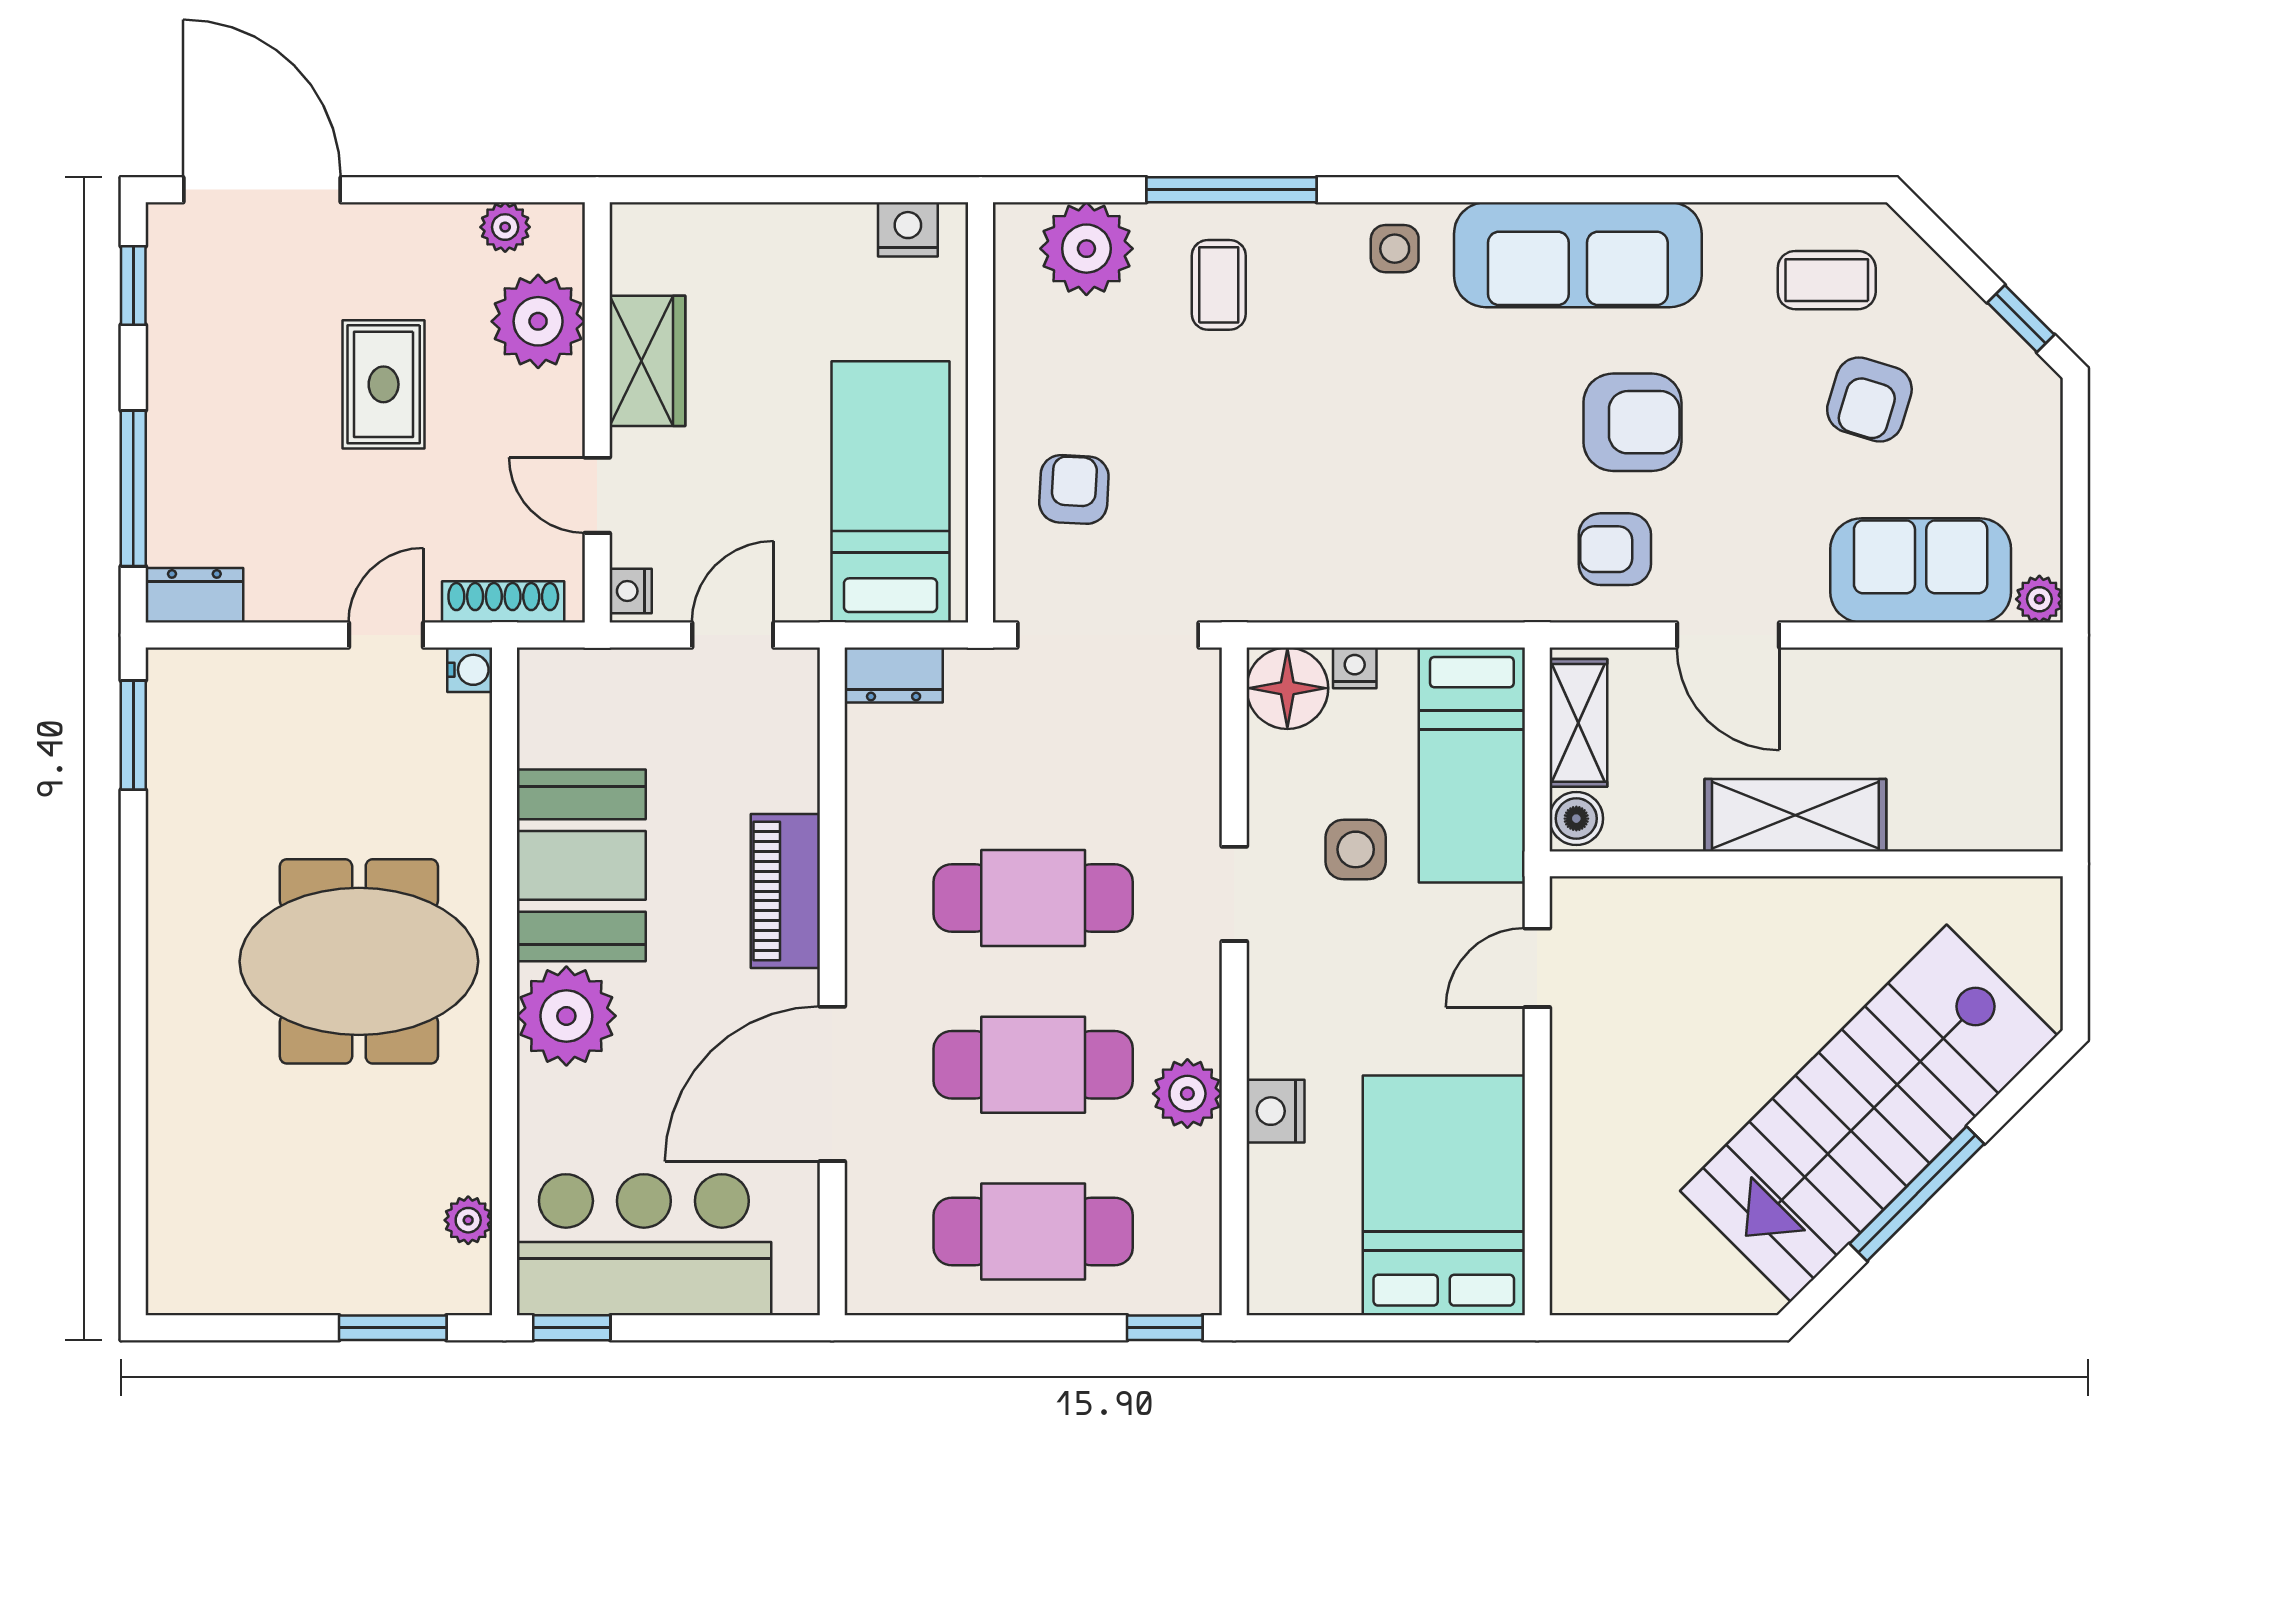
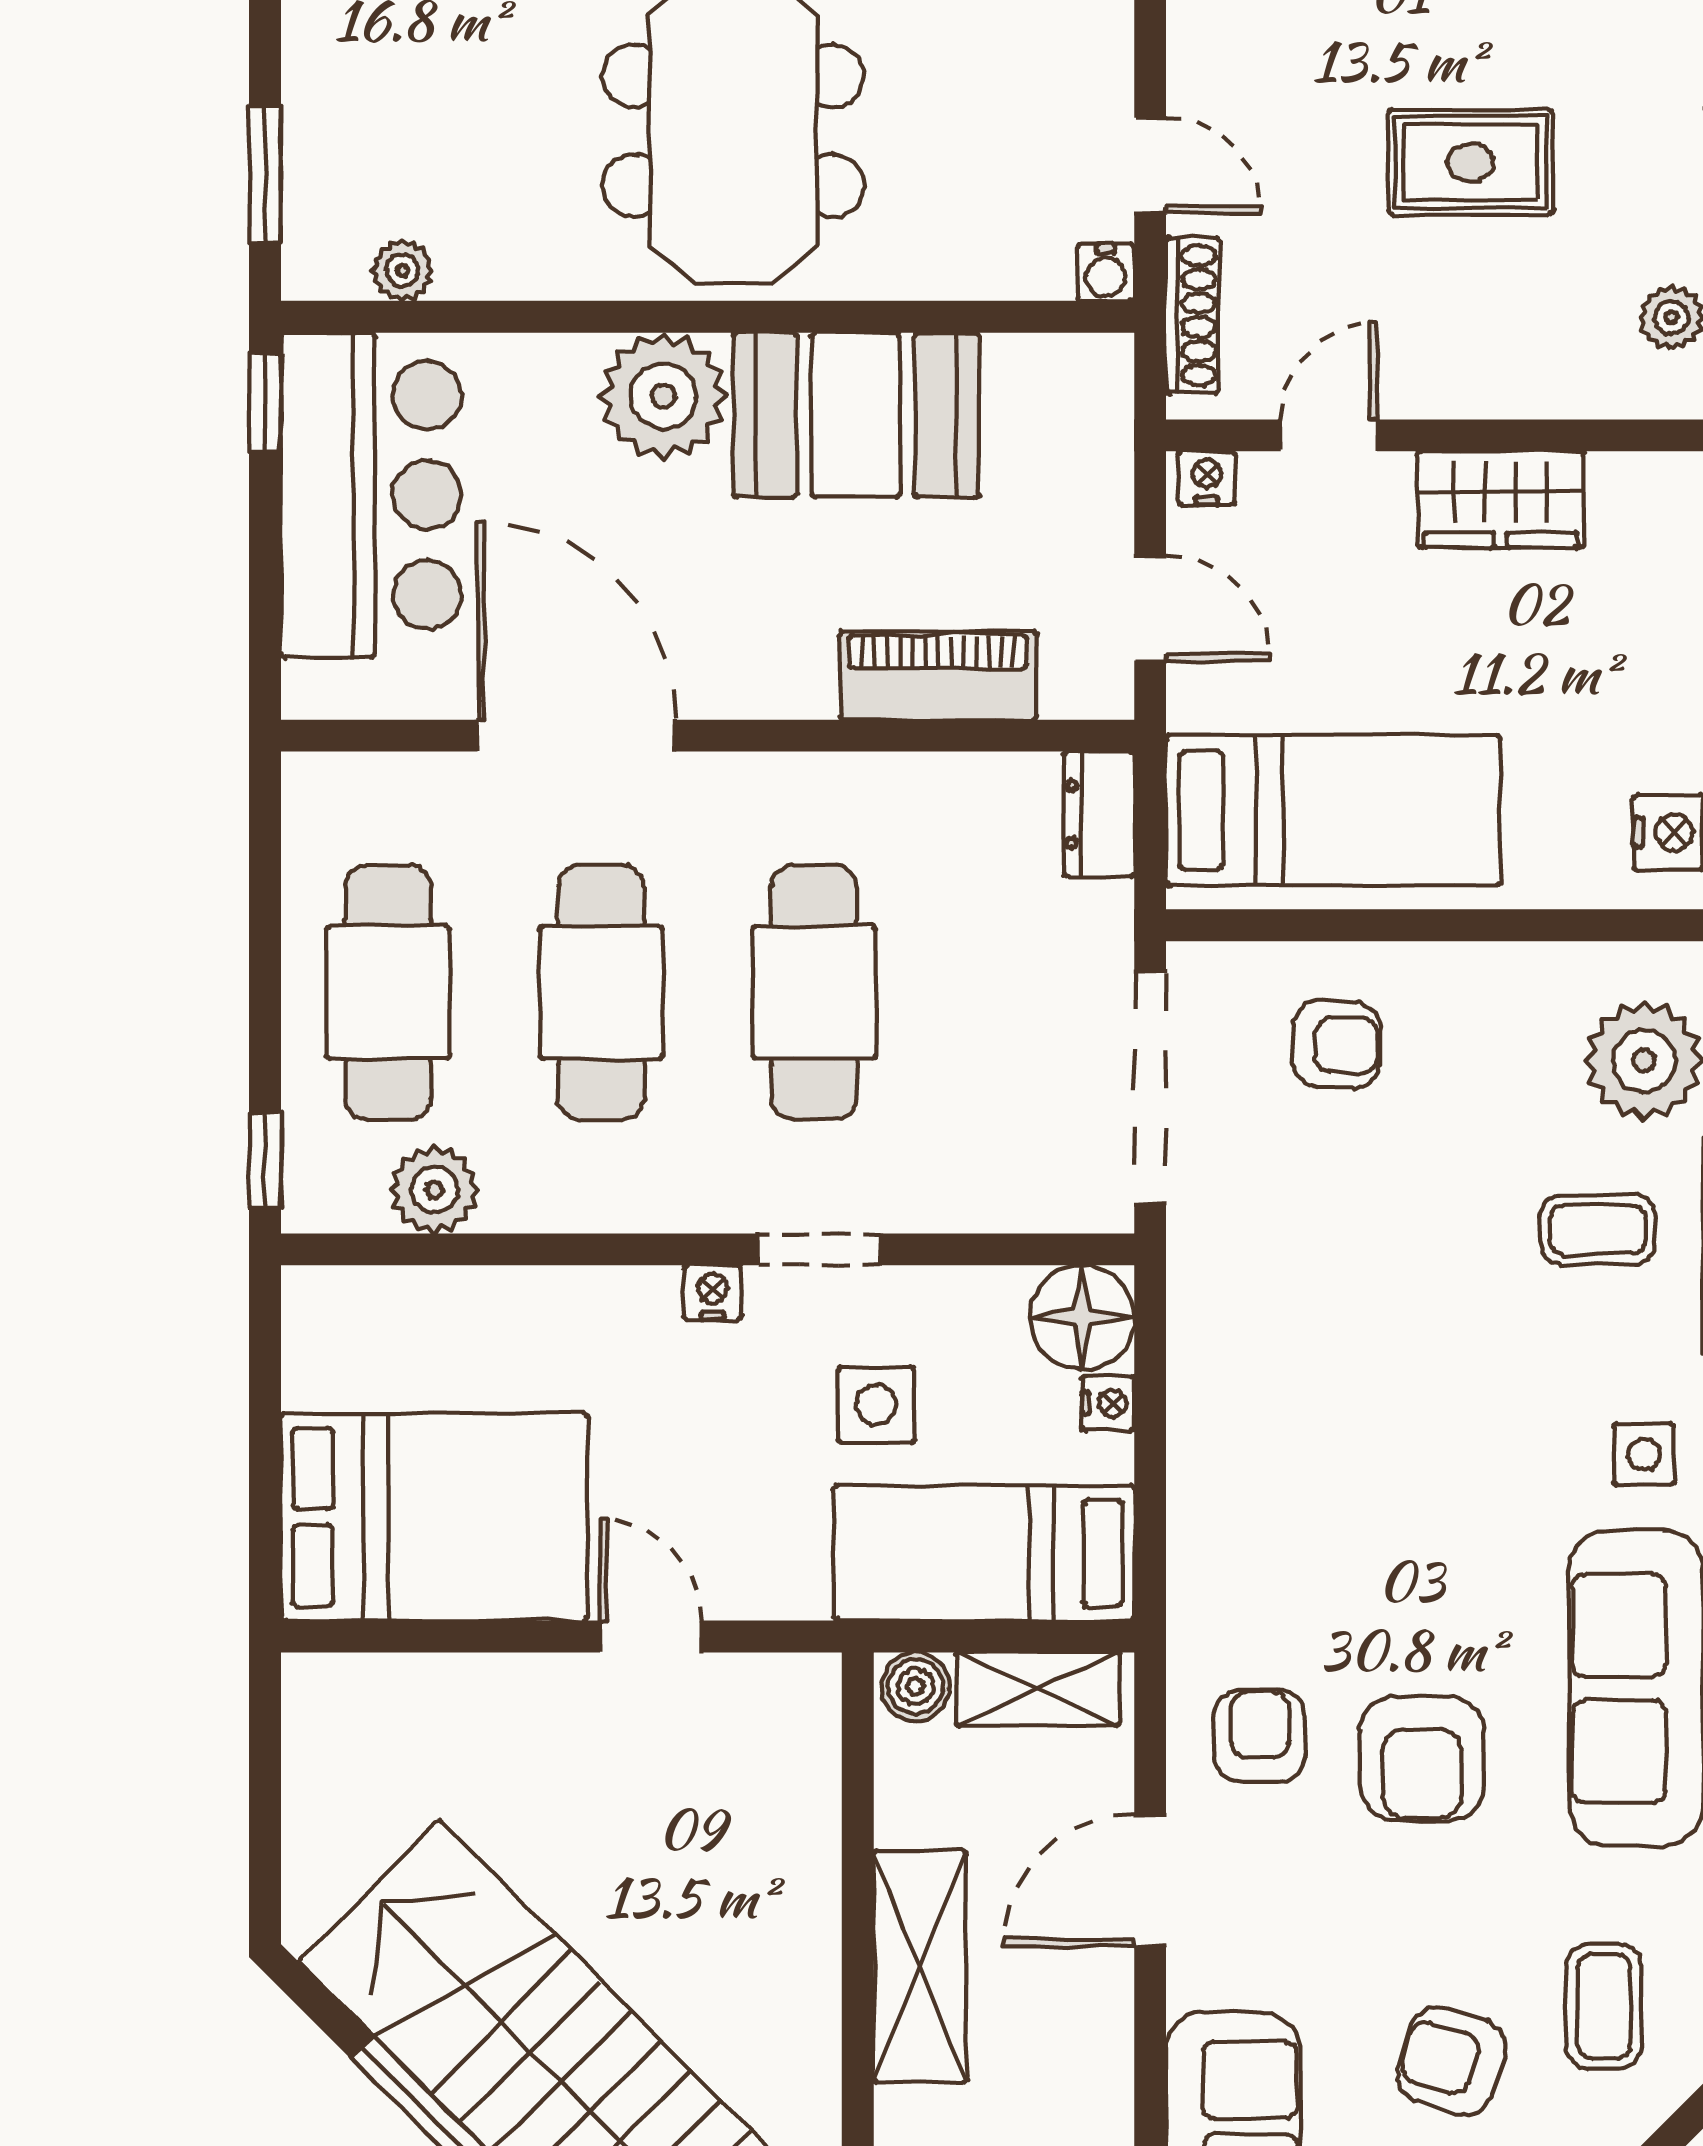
plant: (538, 321) -> (1551, 360), removed
piano: (785, 891) -> (938, 676), moved
door: (1537, 968) -> (651, 1637), moved
plant: (1187, 1094) -> (435, 1190), moved
nightstand: (1275, 1111) -> (713, 1292), moved, width x0.72, depth x0.74

